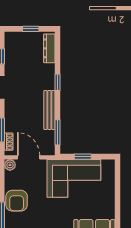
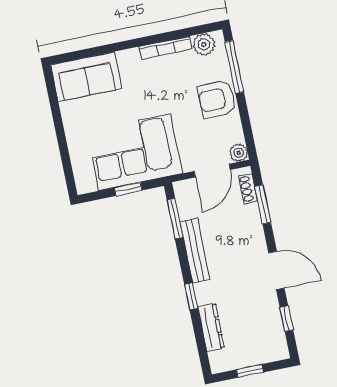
dresser: (49, 48) -> (211, 327), moved
door: (29, 157) -> (212, 171), hinge flipped
armchair: (17, 201) -> (217, 99), turned -90

